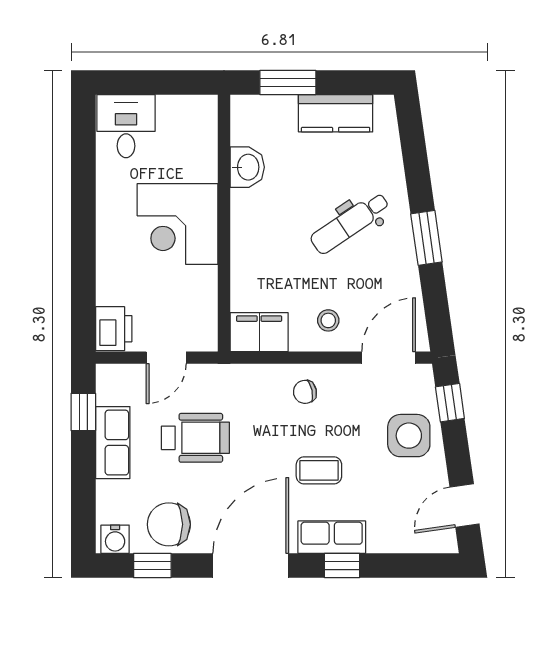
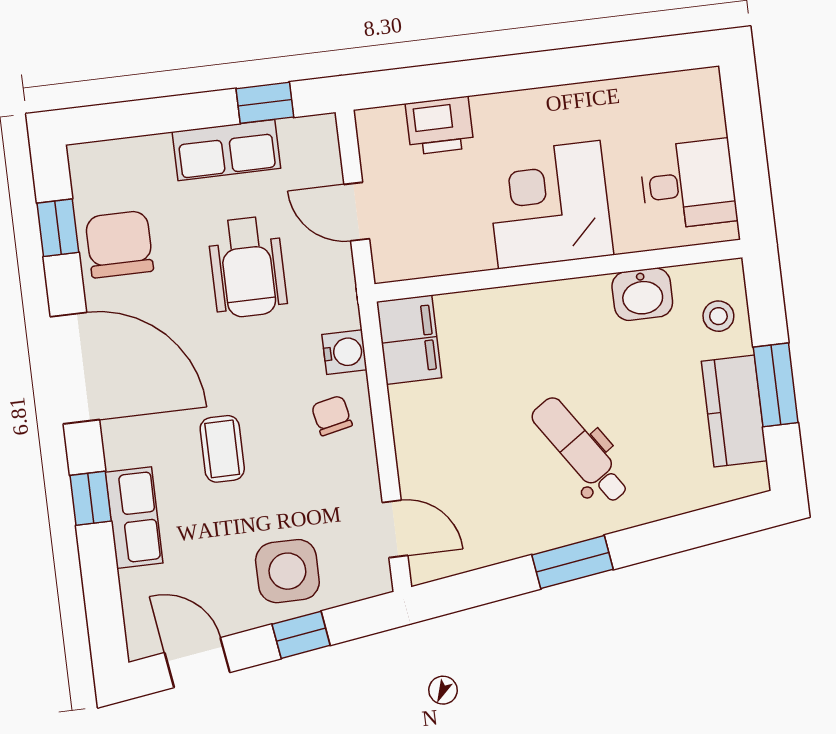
window: (288, 83) -> (776, 385), moved
desk: (126, 126) -> (688, 184), moved
stool: (328, 320) -> (718, 316), moved
printer: (114, 329) -> (440, 126), moved
door: (389, 358) -> (395, 529), width x0.73
window: (450, 403) -> (301, 635), moved
row of seats: (332, 537) -> (134, 518), moved
water cooler: (115, 539) -> (344, 352), moved, turned 180

